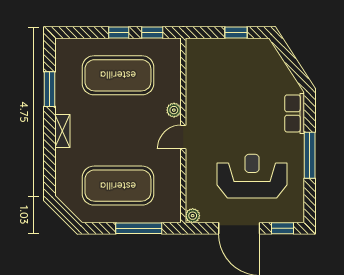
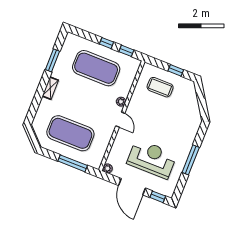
coffee table: (223, 66) -> (160, 87), added
row of seats: (295, 113) -> (192, 132), removed
door: (183, 137) -> (120, 120), swing flipped

